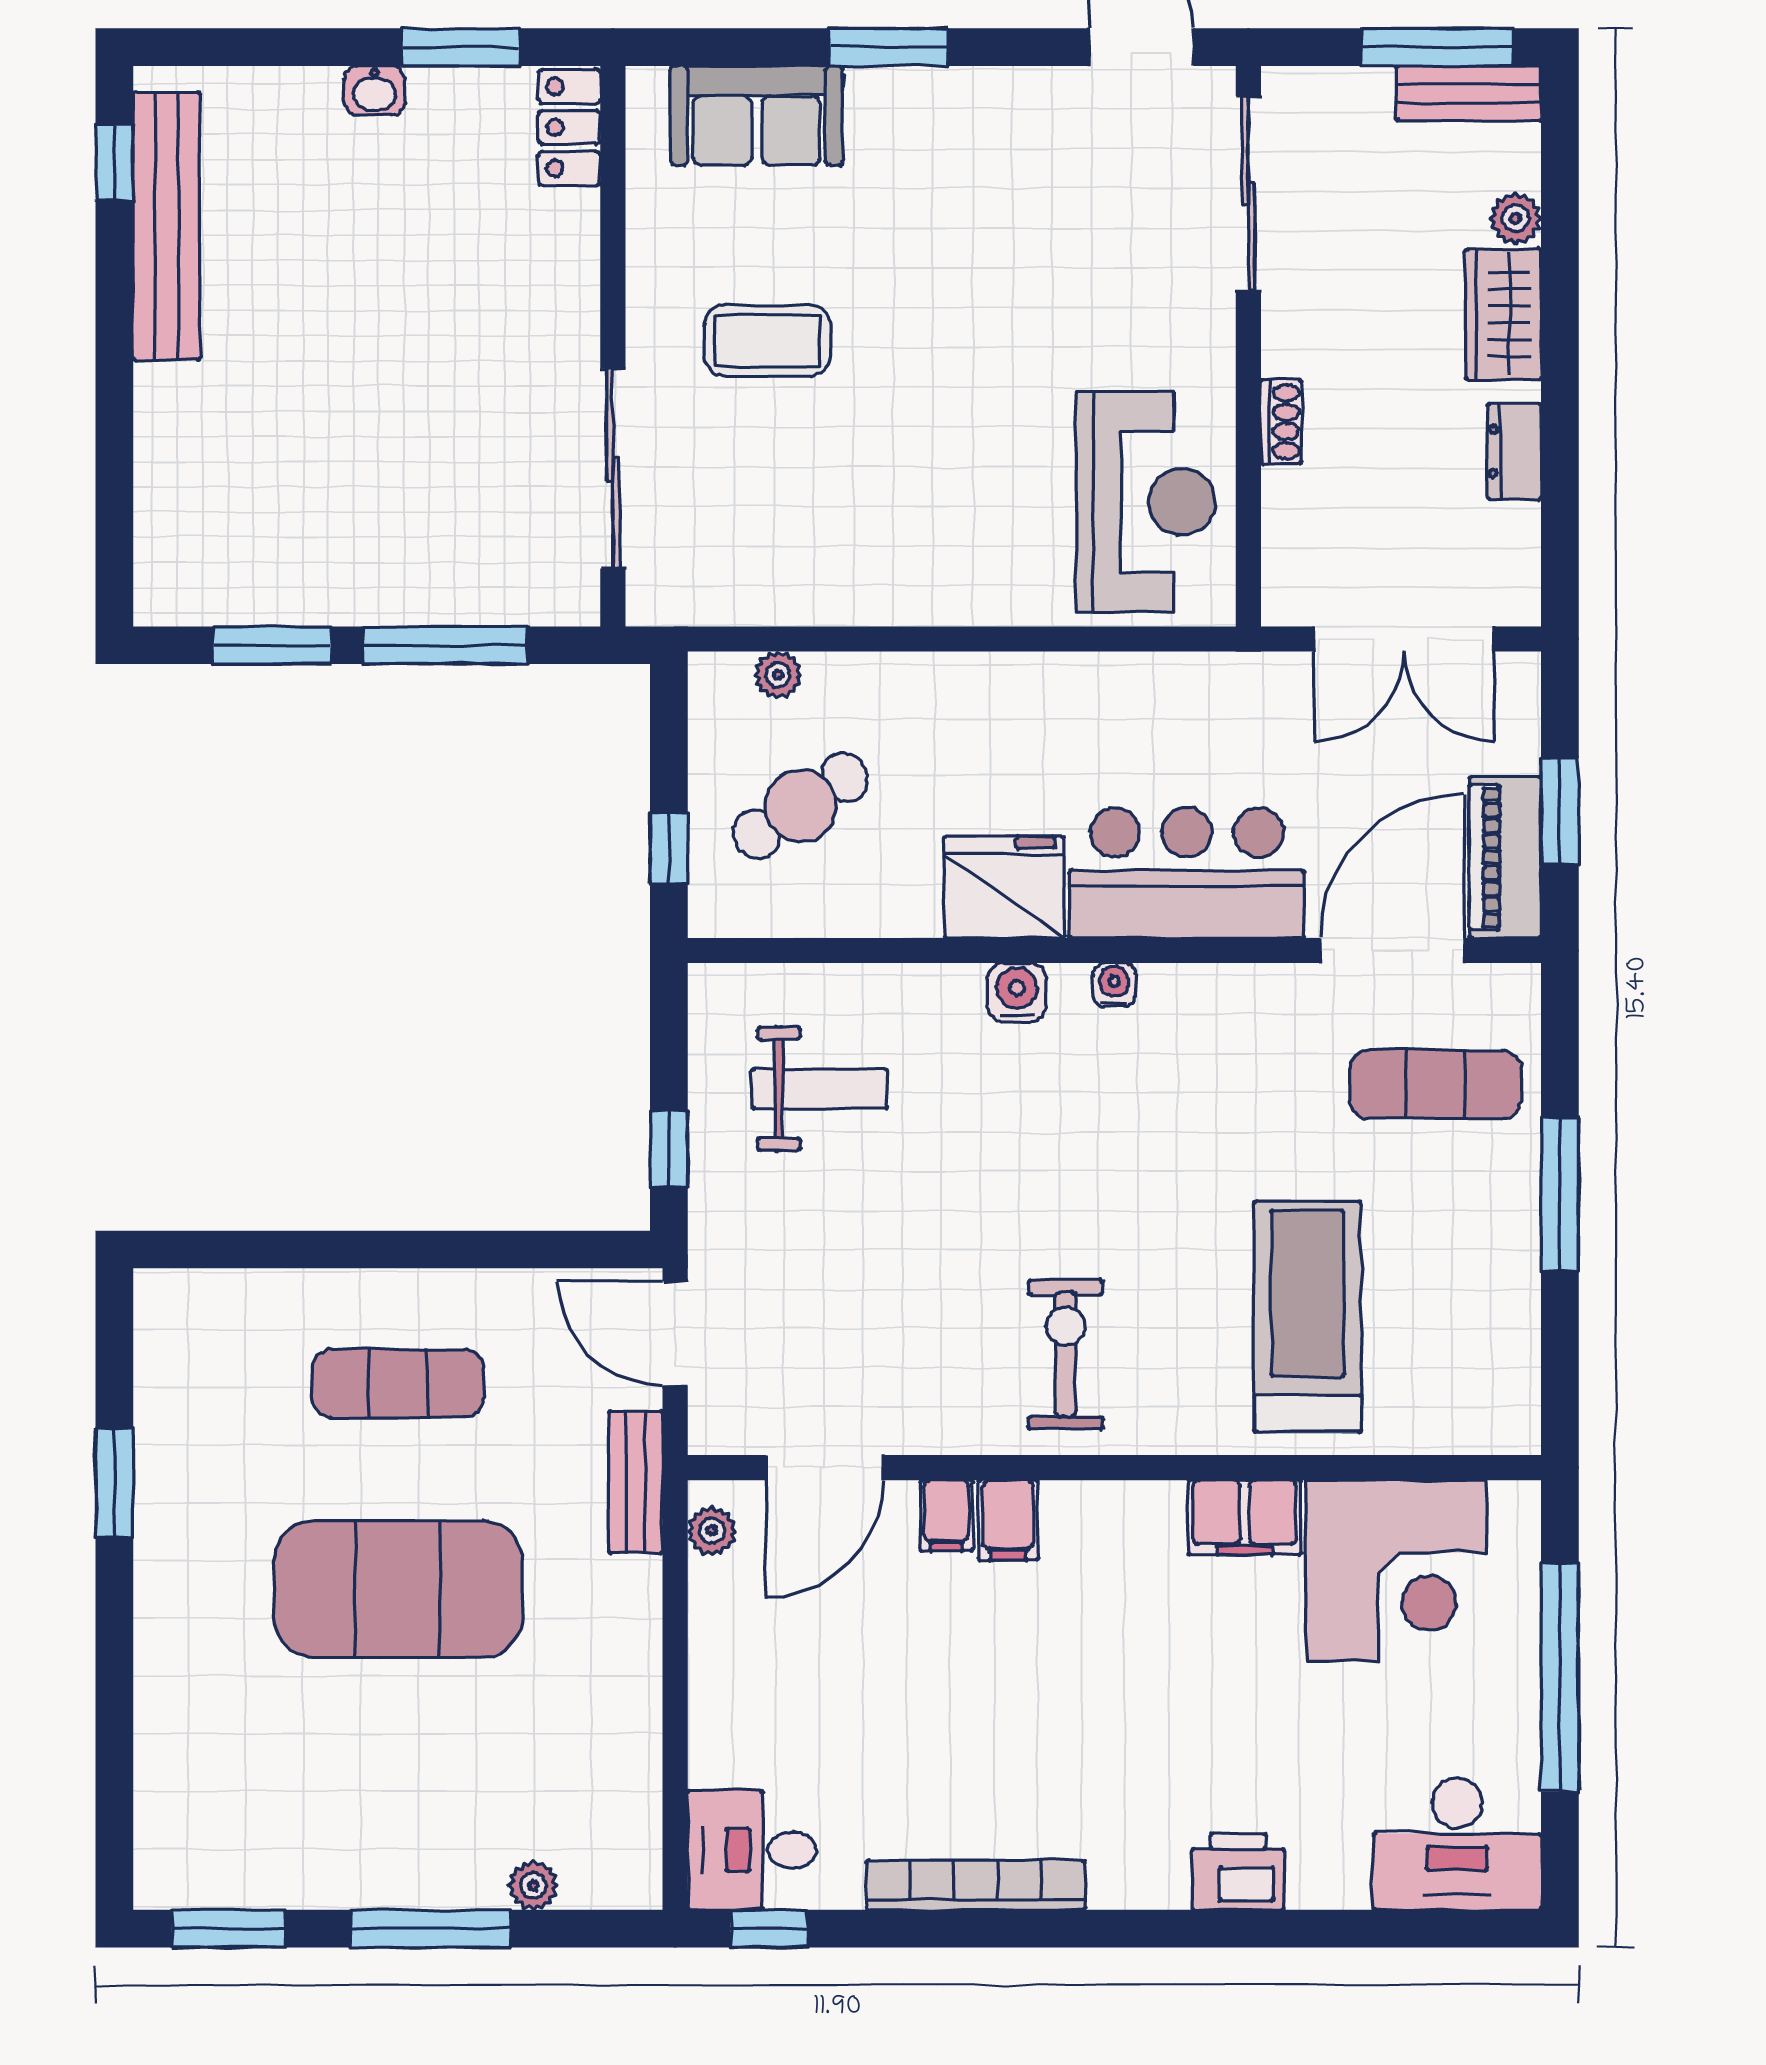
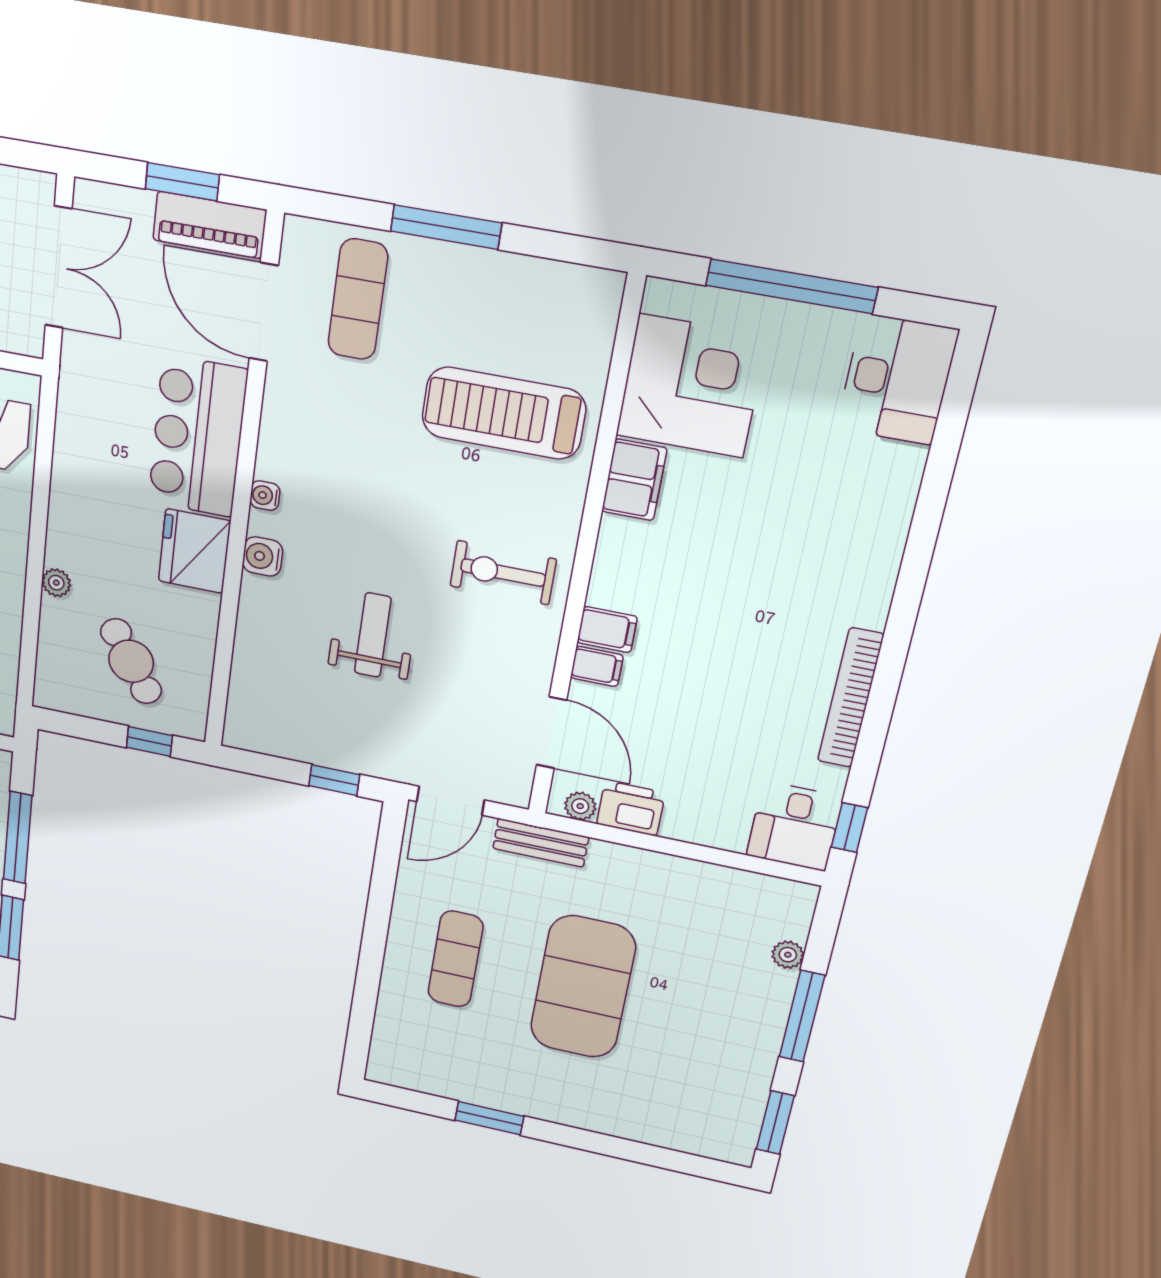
plant: (778, 675) -> (56, 583), moved
weight bench: (819, 1089) -> (373, 635), moved
printer: (1238, 1872) -> (631, 808), moved, turned 90

